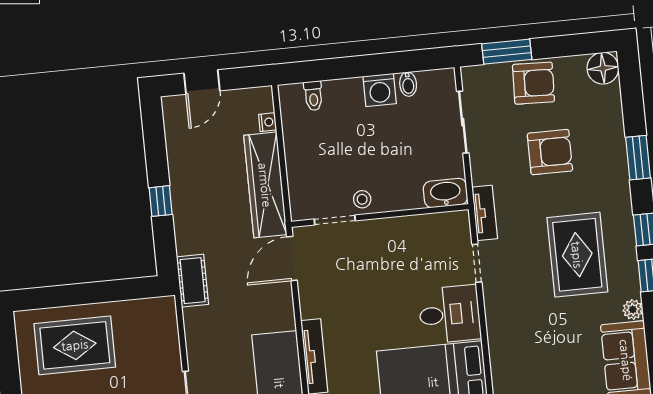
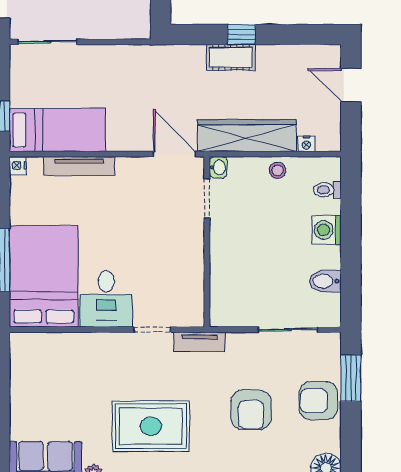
armchair: (533, 83) -> (318, 401), turned 88
bidet: (408, 84) -> (325, 281), width x1.38, depth x1.36
washing machine: (380, 90) -> (326, 230), moved
washbasin: (445, 193) -> (218, 167), moved, width x0.52, depth x0.69
stool: (362, 199) -> (278, 170), moved
cot: (193, 281) -> (231, 57), moved

